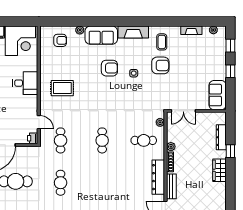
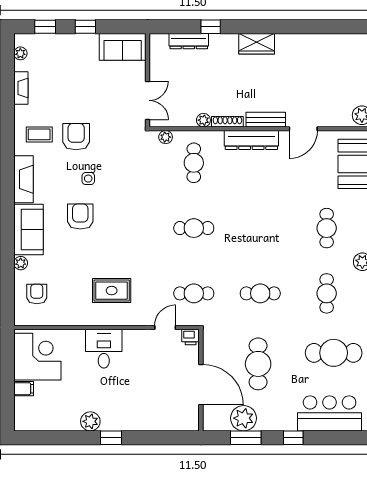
rug: (62, 88) -> (112, 291), turned 90
wardrobe: (220, 170) -> (257, 44), moved

